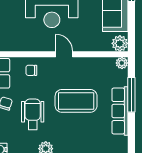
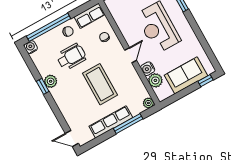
plant: (120, 43) -> (155, 80), moved
water cooler: (87, 45) -> (148, 69), added

